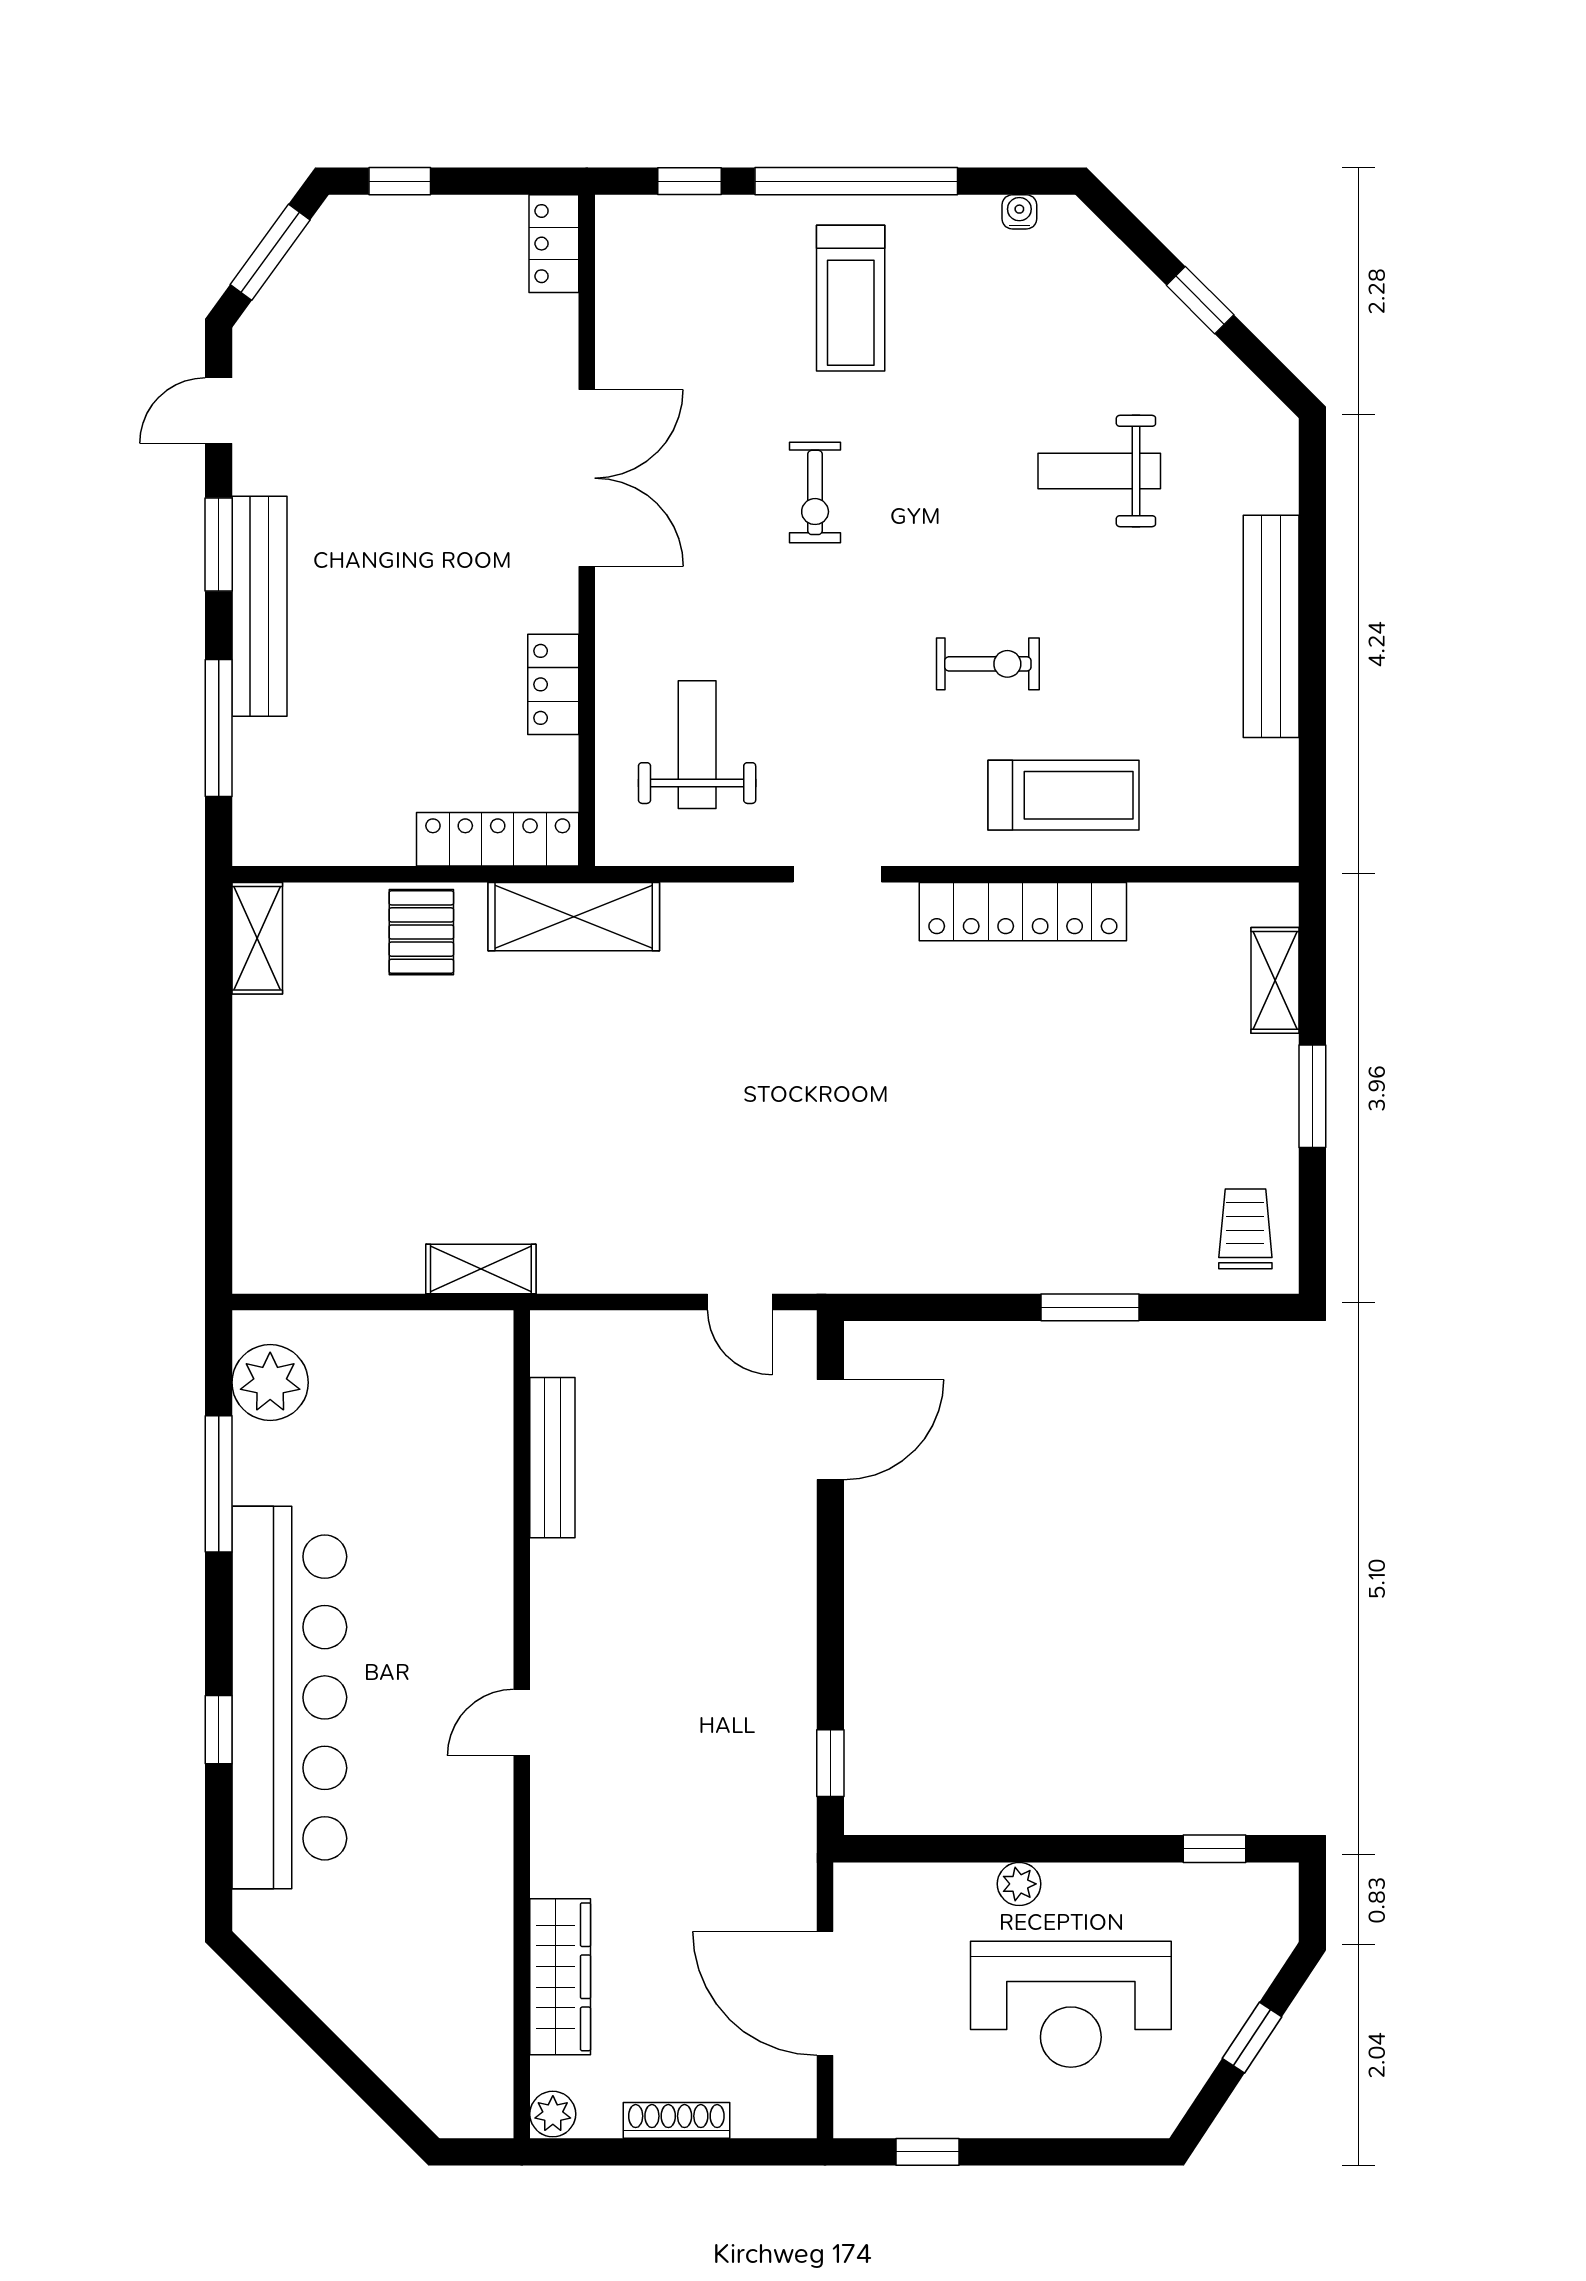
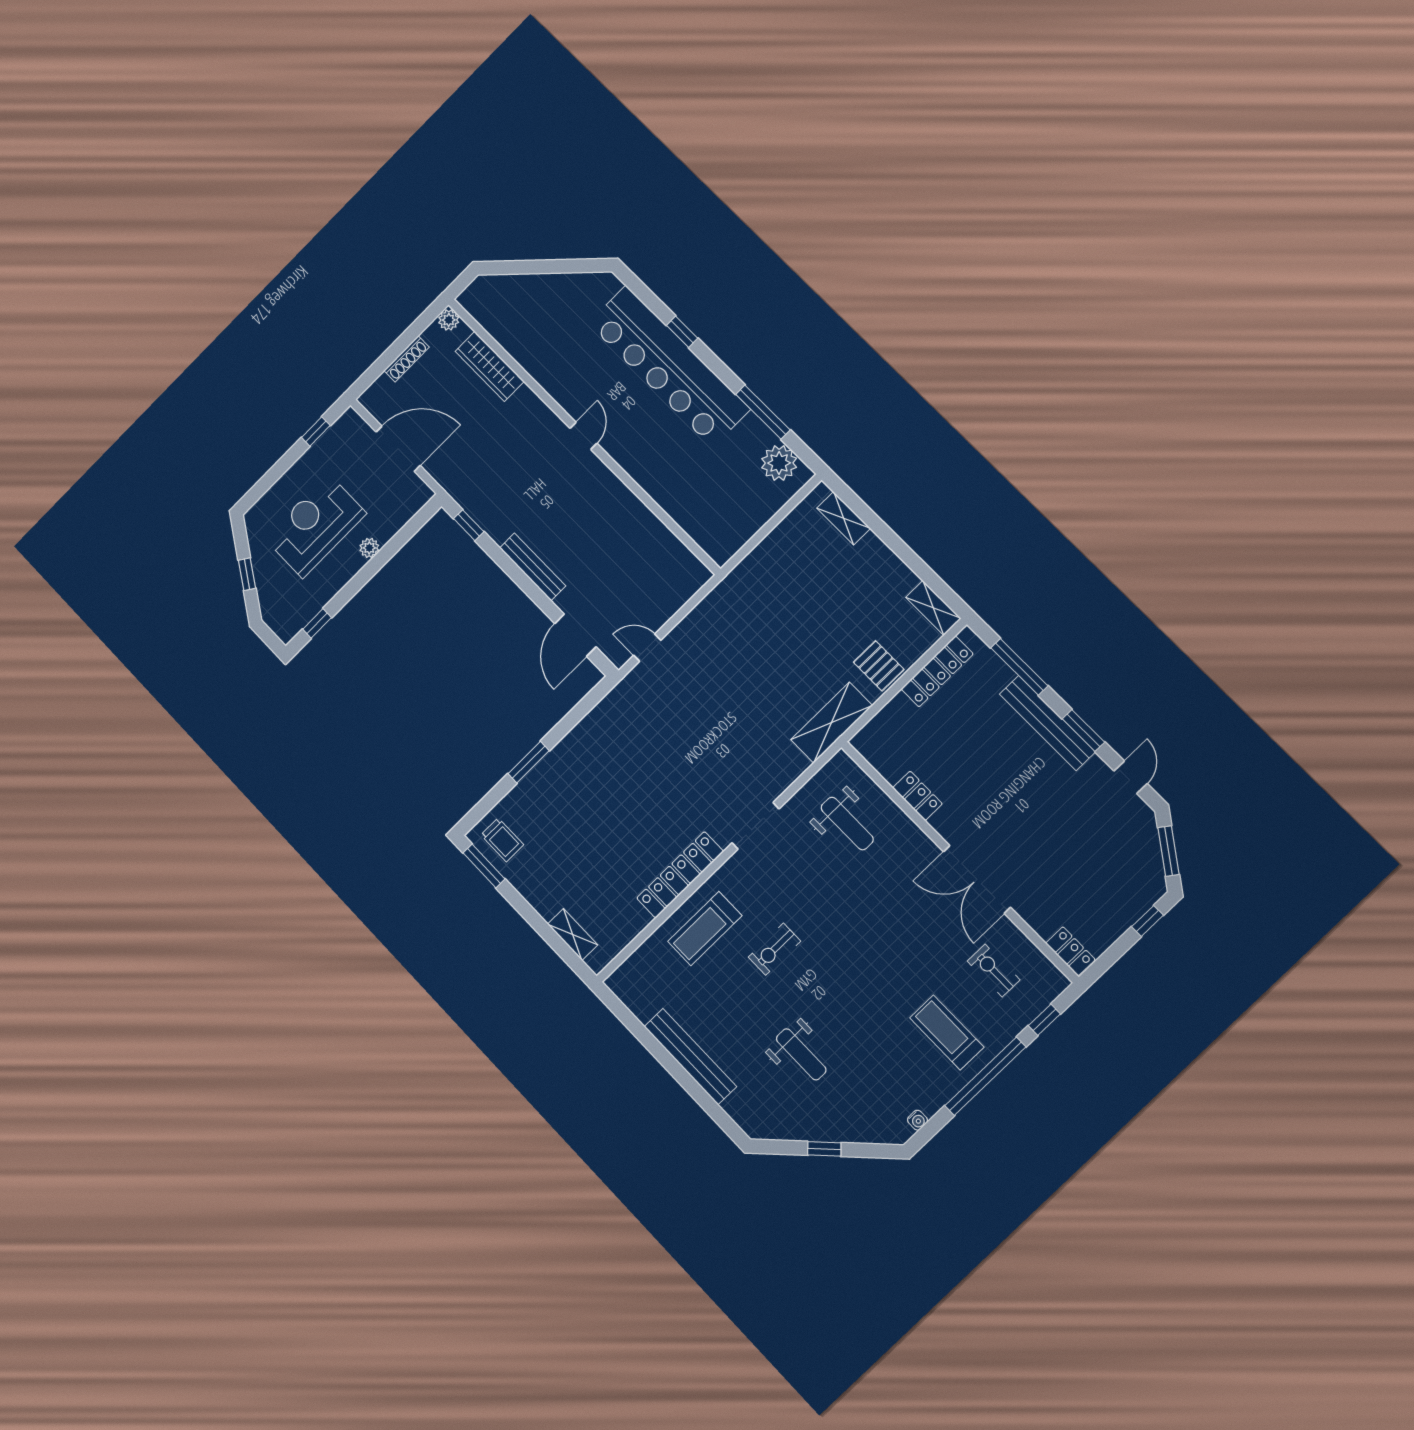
weight bench: (1099, 471) -> (801, 1054), turned 90
exercise bike: (815, 492) -> (994, 971), moved
locker: (498, 839) -> (937, 671), moved
doorway: (837, 874) -> (756, 826), width x1.38
window: (1312, 1096) -> (484, 866), moved
shelving: (481, 1269) -> (844, 518), moved, turned 90
bench: (552, 1458) -> (533, 567), moved

